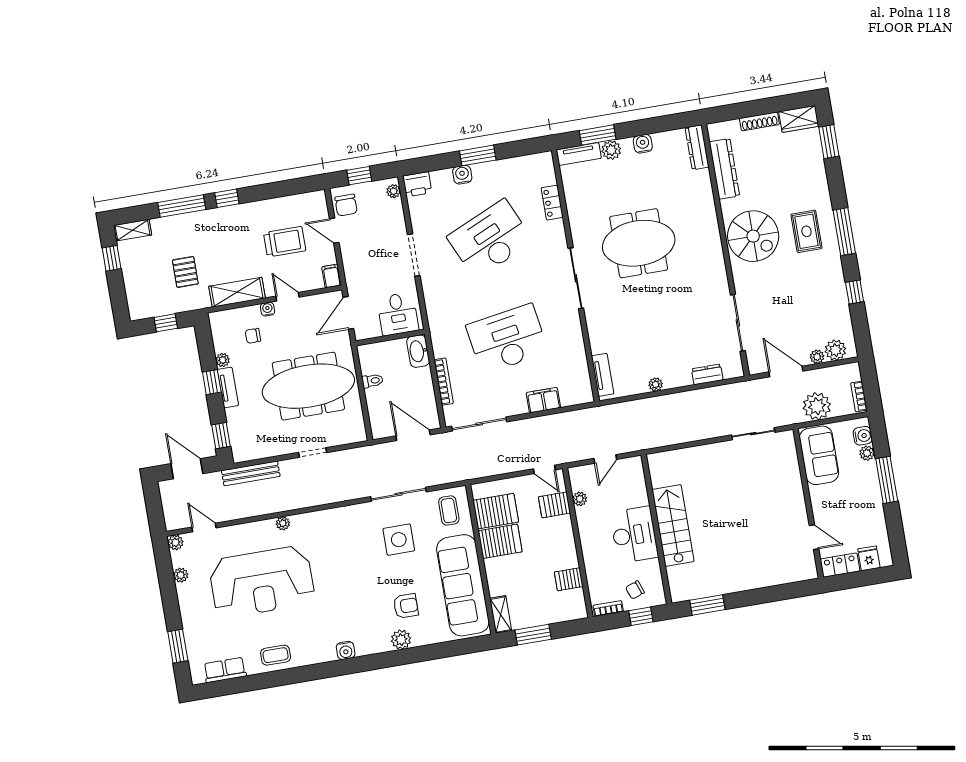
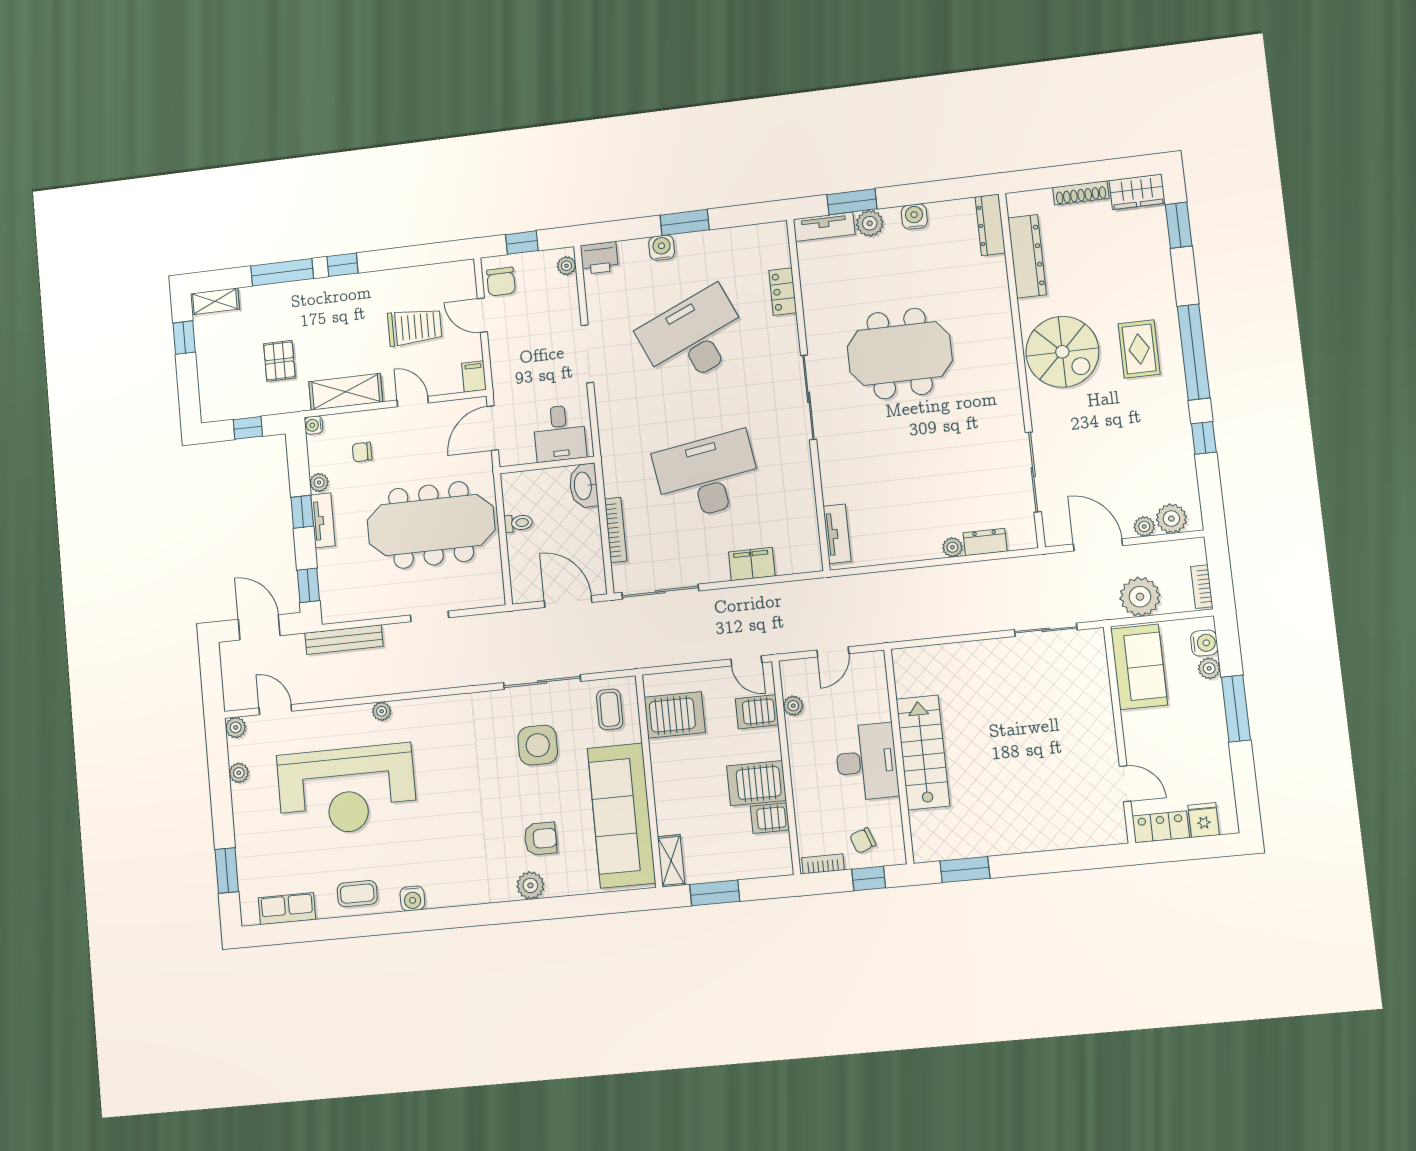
window: (844, 232) -> (1194, 352), width x1.46
water cooler: (268, 309) -> (314, 425), moved, turned -90
plant: (656, 384) -> (952, 547), moved
server rack: (500, 541) -> (756, 783), moved, turned 180
water cooler: (346, 650) -> (412, 898), moved

